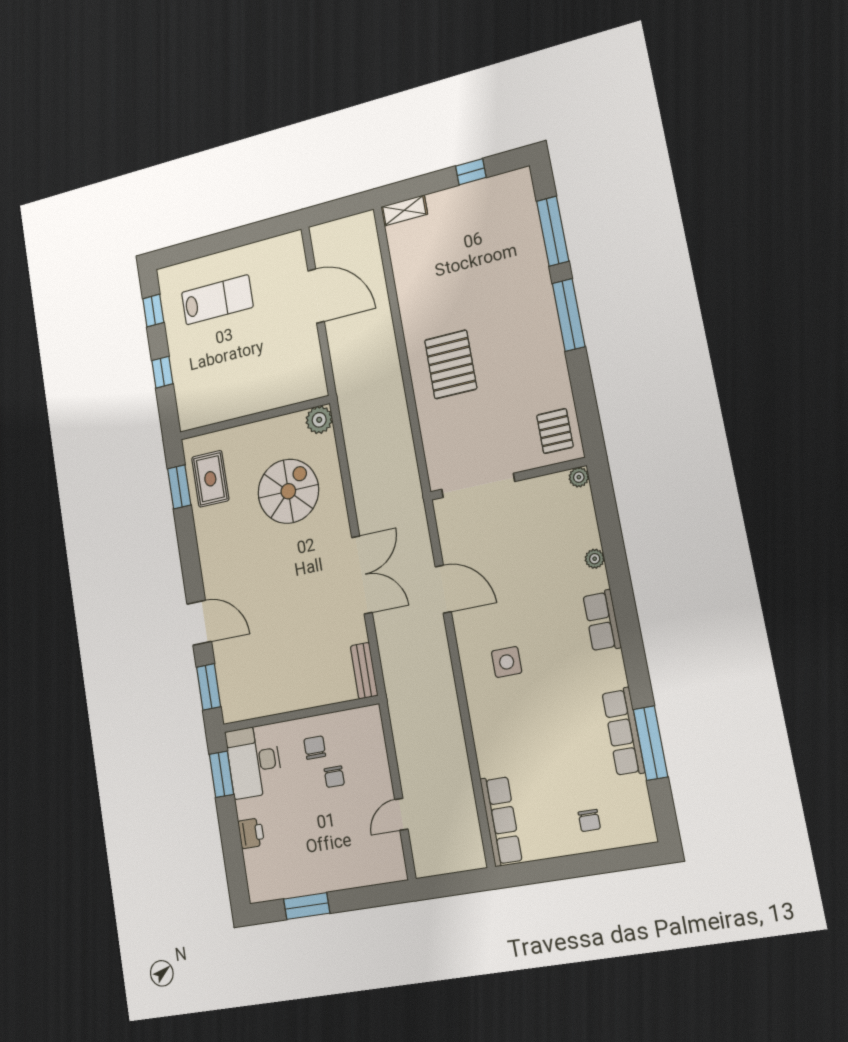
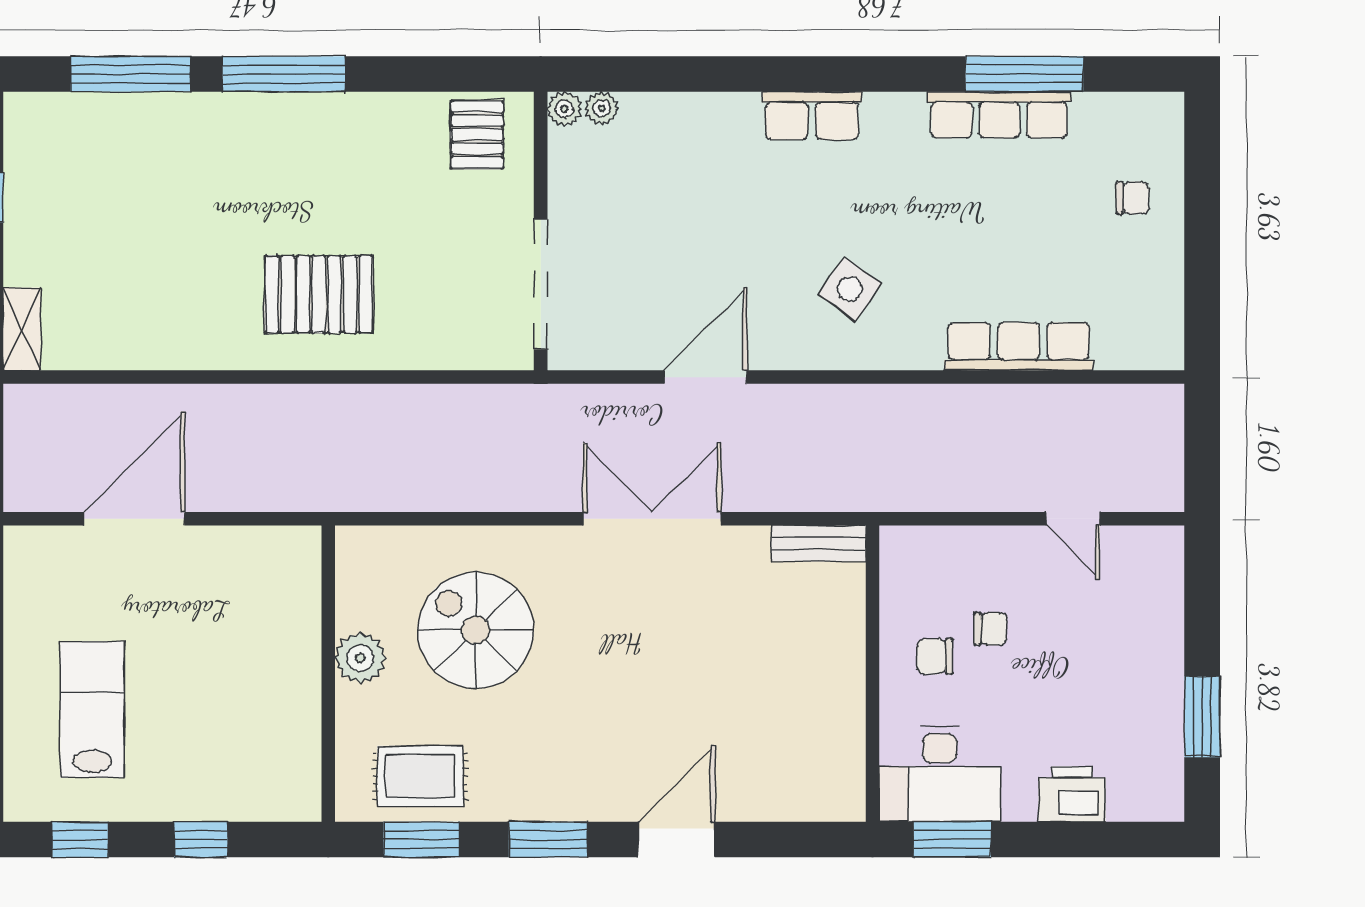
plant: (319, 420) -> (360, 658), moved
pallet: (555, 431) -> (477, 135), turned 90
plant: (595, 559) -> (602, 108), moved
side table: (507, 662) -> (850, 289), turned 35
window: (209, 687) -> (548, 839), moved
row of seats: (501, 821) -> (1019, 346), moved
printer: (251, 833) -> (1072, 794), width x1.36, depth x1.24

